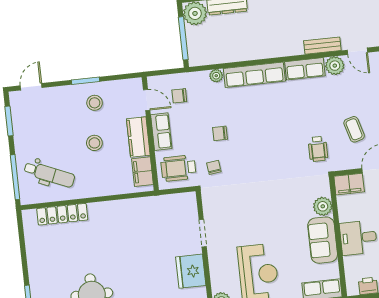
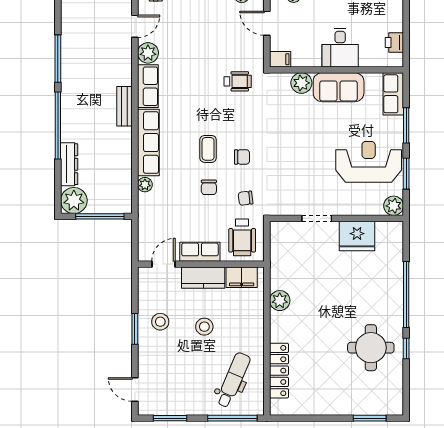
bench: (322, 46) -> (125, 106), moved
chair: (179, 96) -> (242, 157), moved, turned -90
coffee table: (354, 129) -> (208, 149), moved, turned -74
filing cabinet: (349, 184) -> (280, 59), width x0.50
plant: (125, 208) -> (280, 301), added

